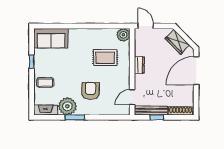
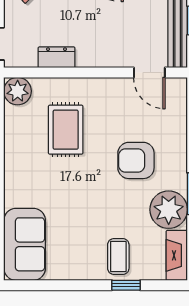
window: (32, 62) -> (126, 285), moved
dresser: (139, 65) -> (57, 57), moved

